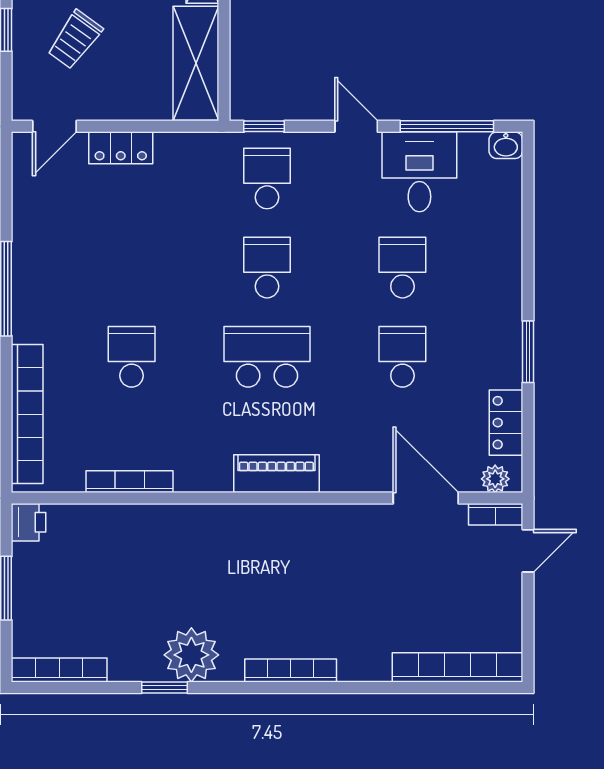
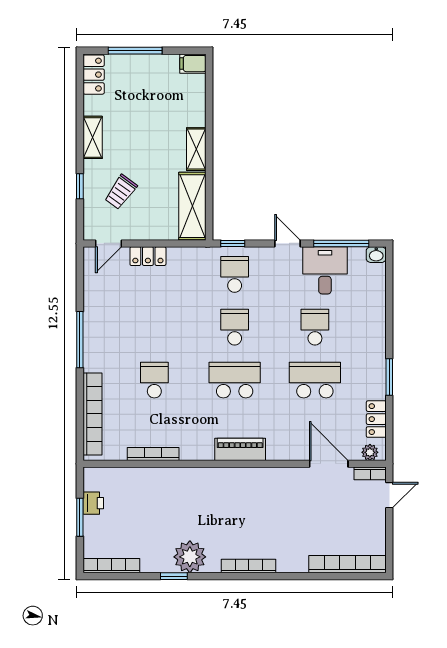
school desk: (402, 357) -> (315, 380), width x1.85
printer: (29, 522) -> (93, 503), moved

